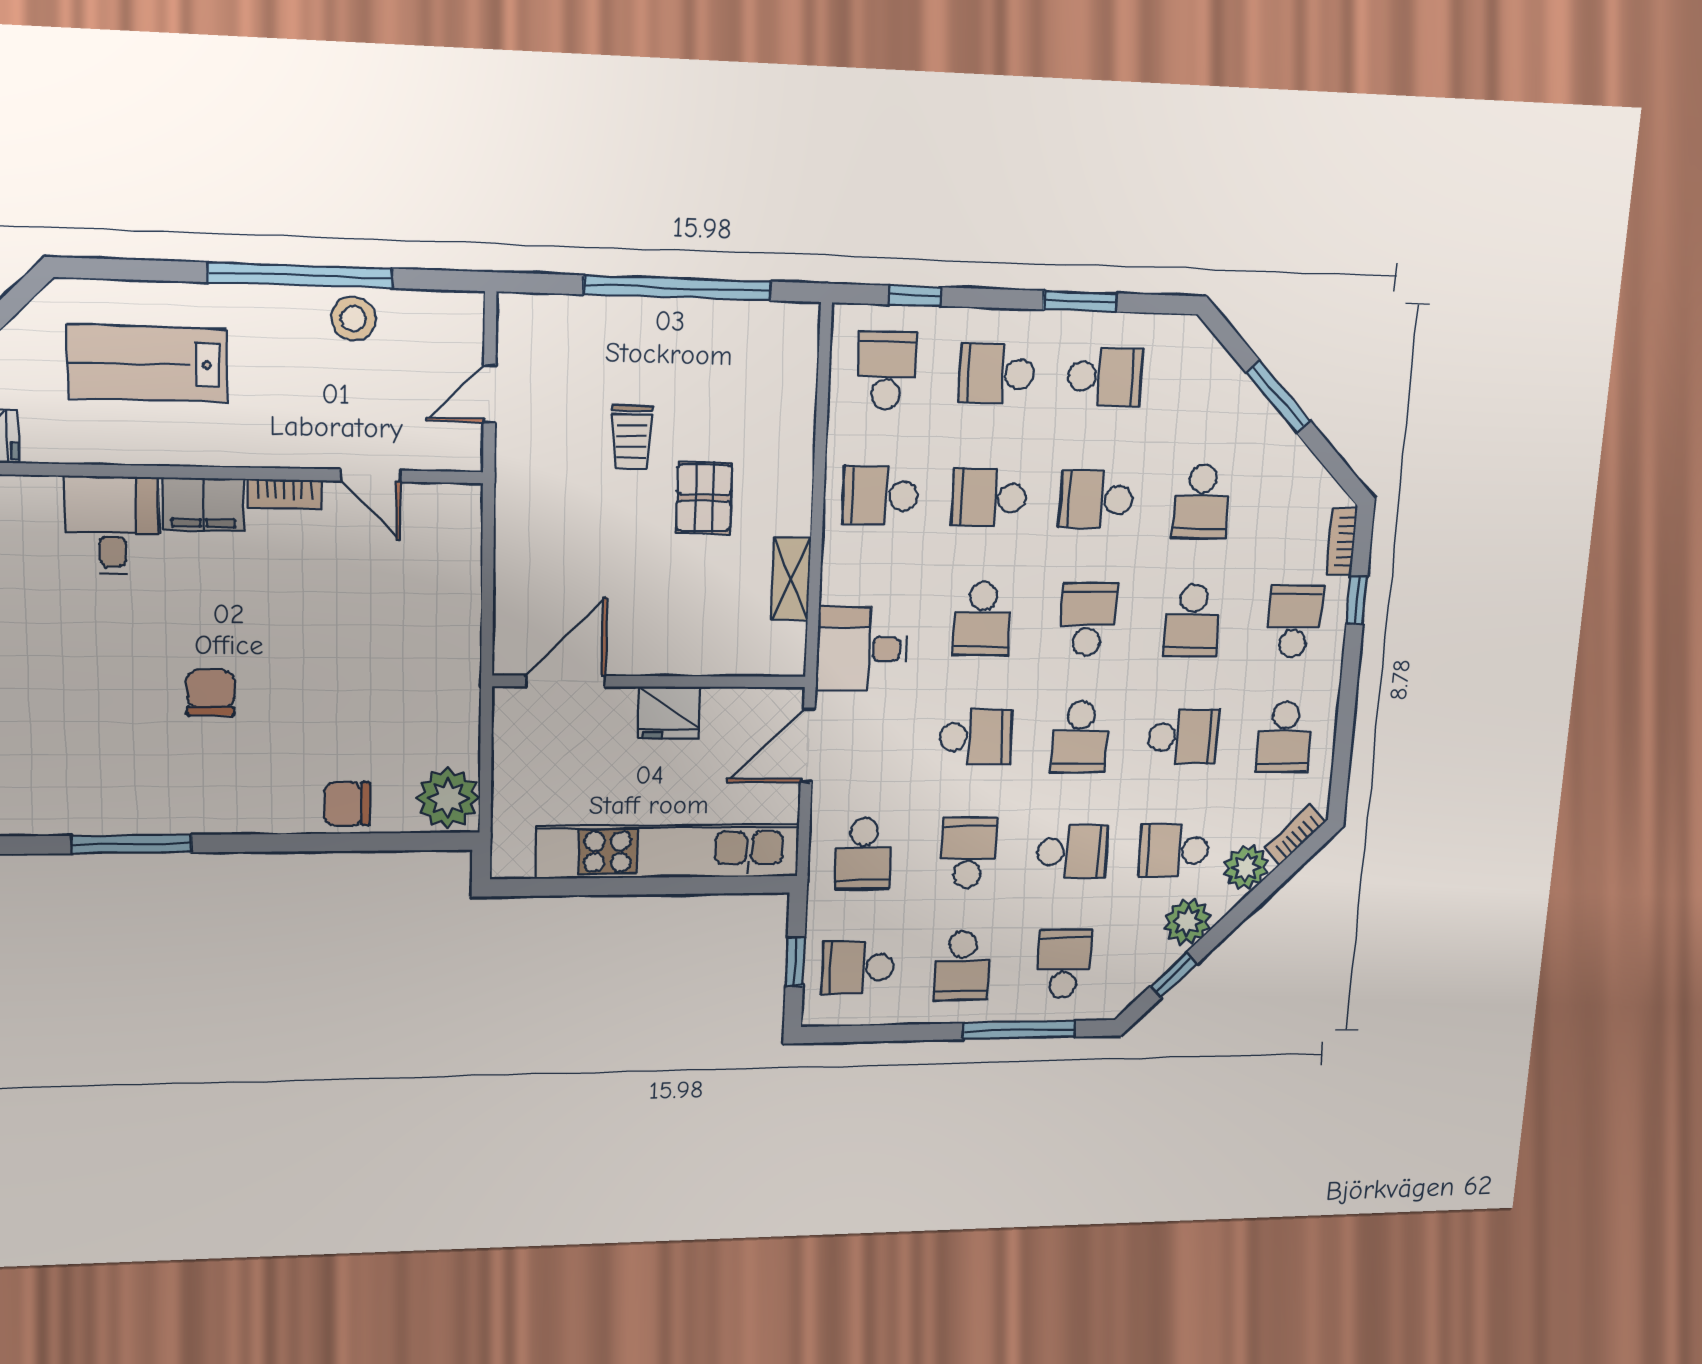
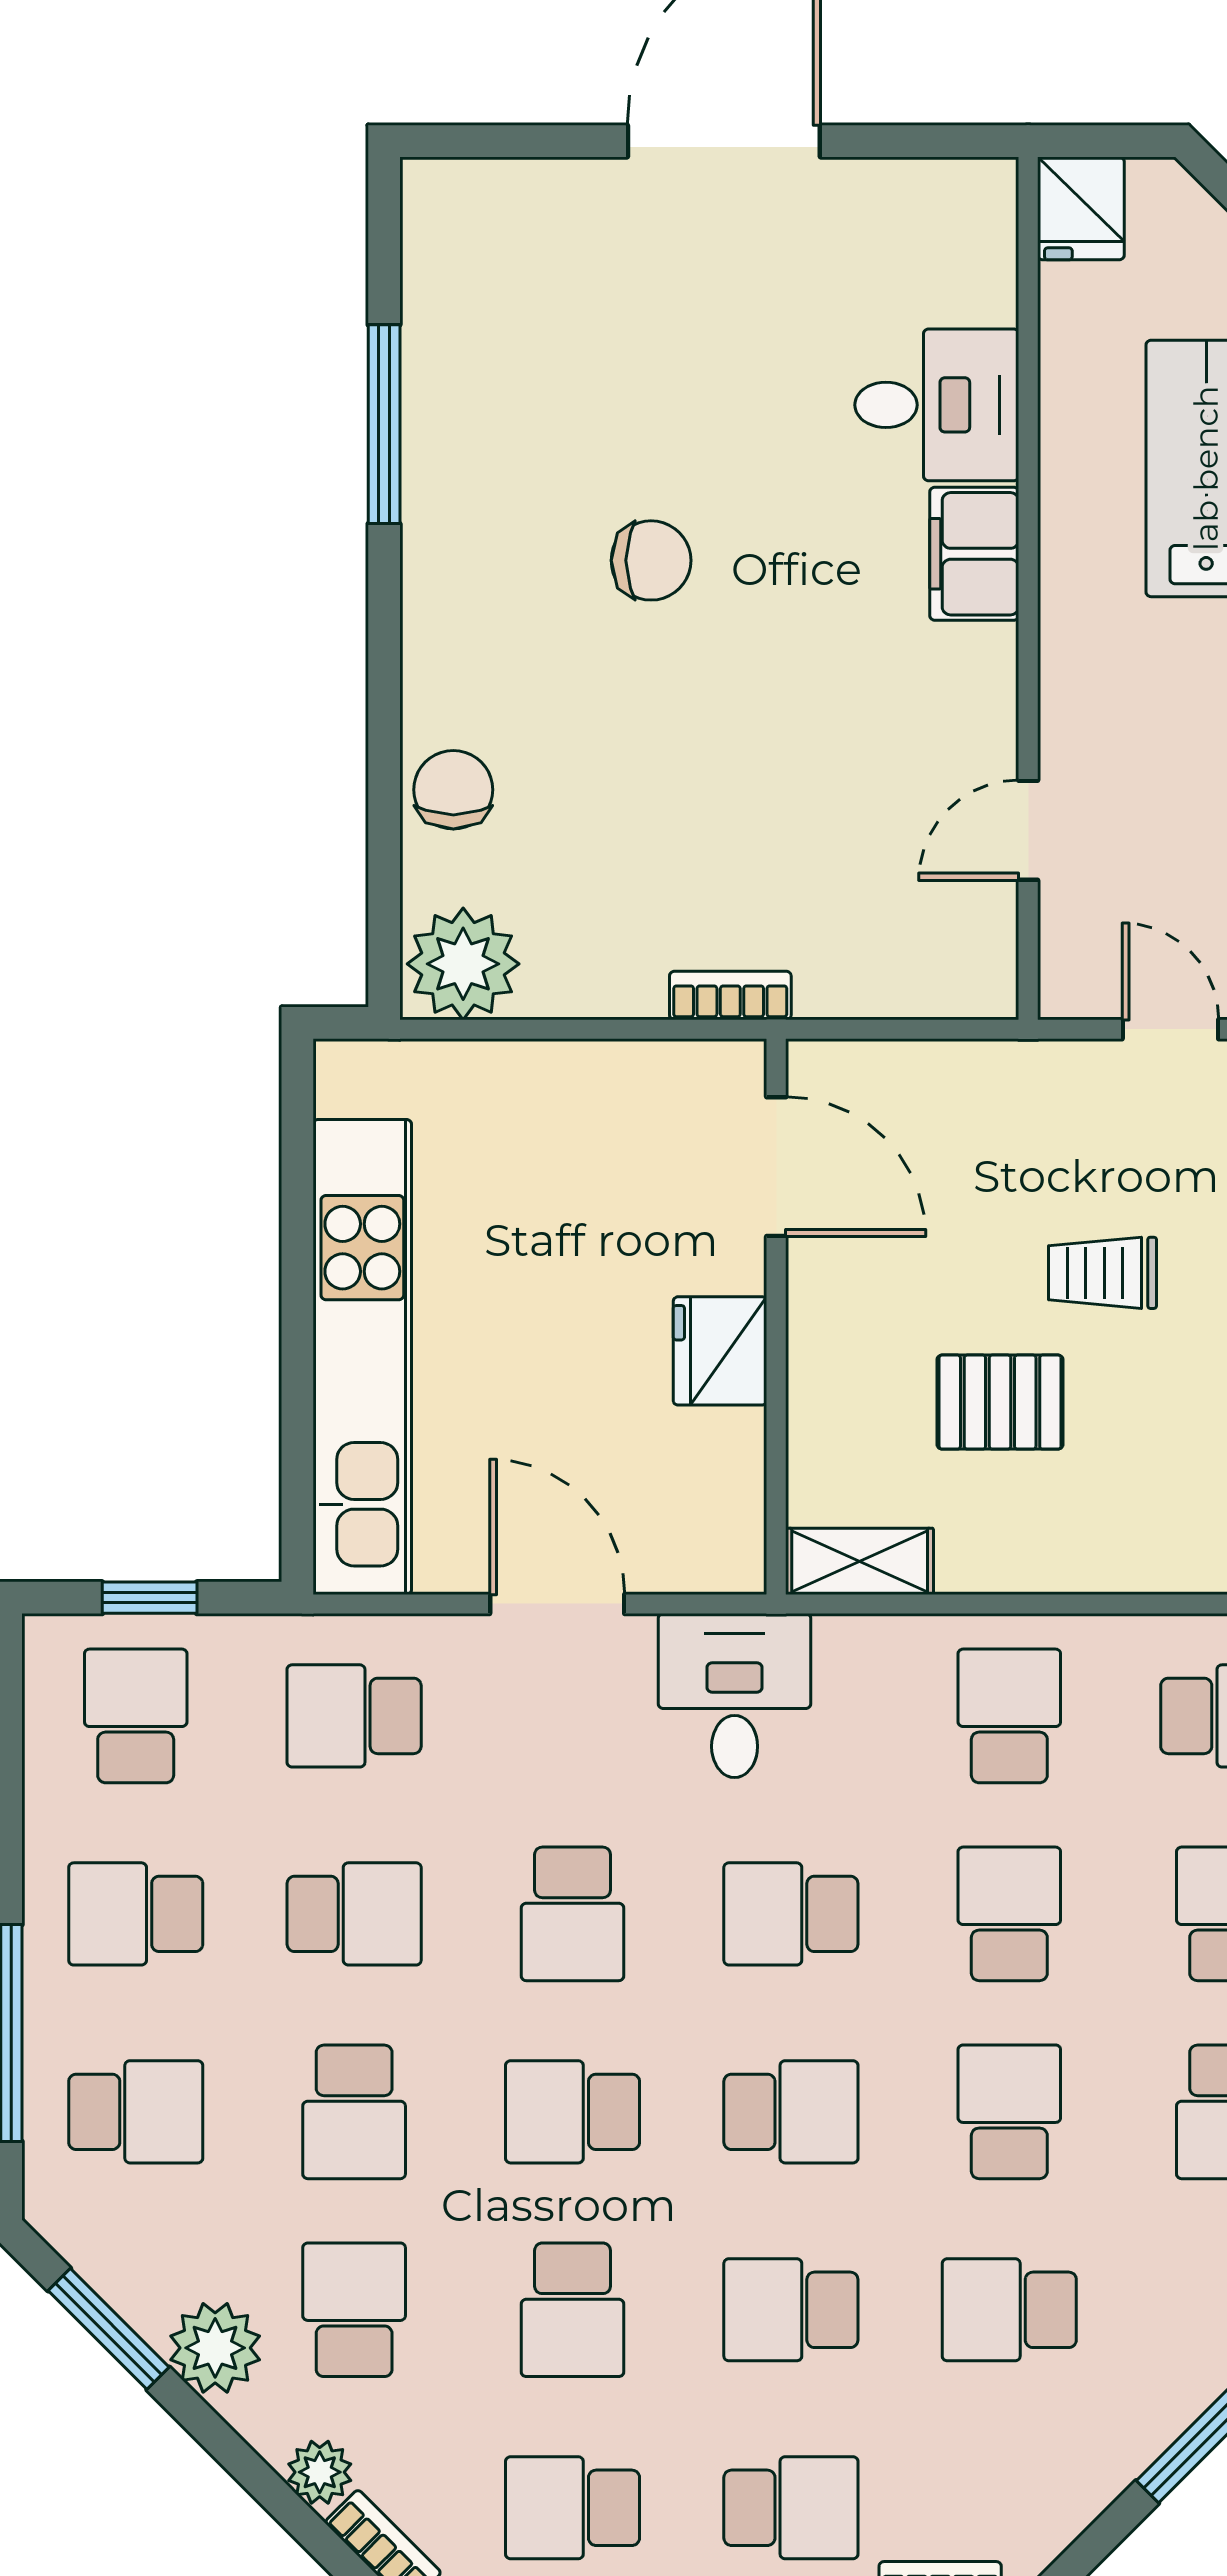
bookcase: (285, 494) -> (730, 995), moved, turned 90
door: (565, 681) -> (776, 1167), moved
wall: (650, 681) -> (776, 1317), moved
fridge: (669, 712) -> (720, 1351), moved
plant: (1246, 867) -> (320, 2472), width x0.73, depth x0.73
window: (1174, 975) -> (109, 2329), width x1.50

